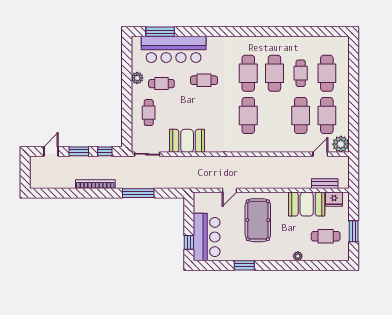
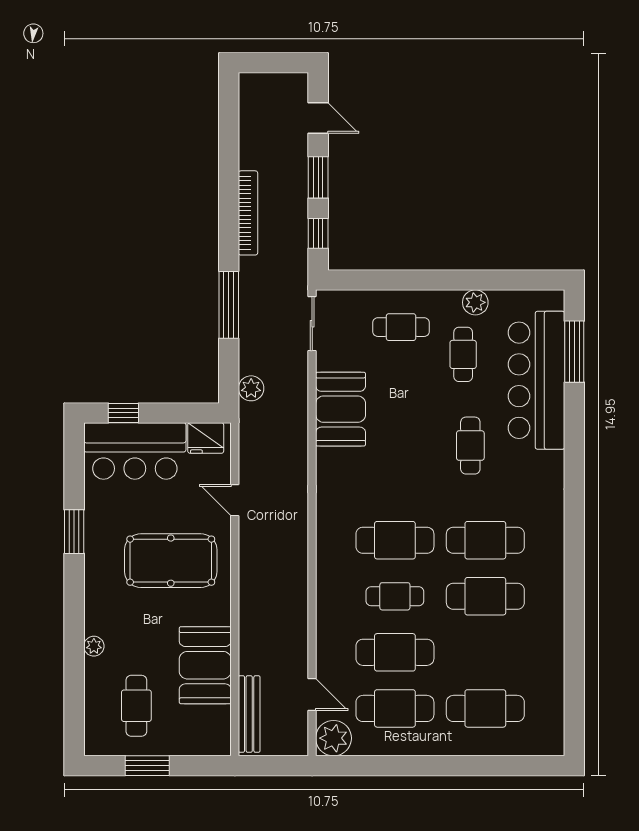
cafe table: (301, 73) -> (395, 596), moved
plant: (177, 183) -> (251, 388), added
bench: (325, 184) -> (249, 714), width x1.36
fridge: (334, 199) -> (206, 438), moved, turned -90

